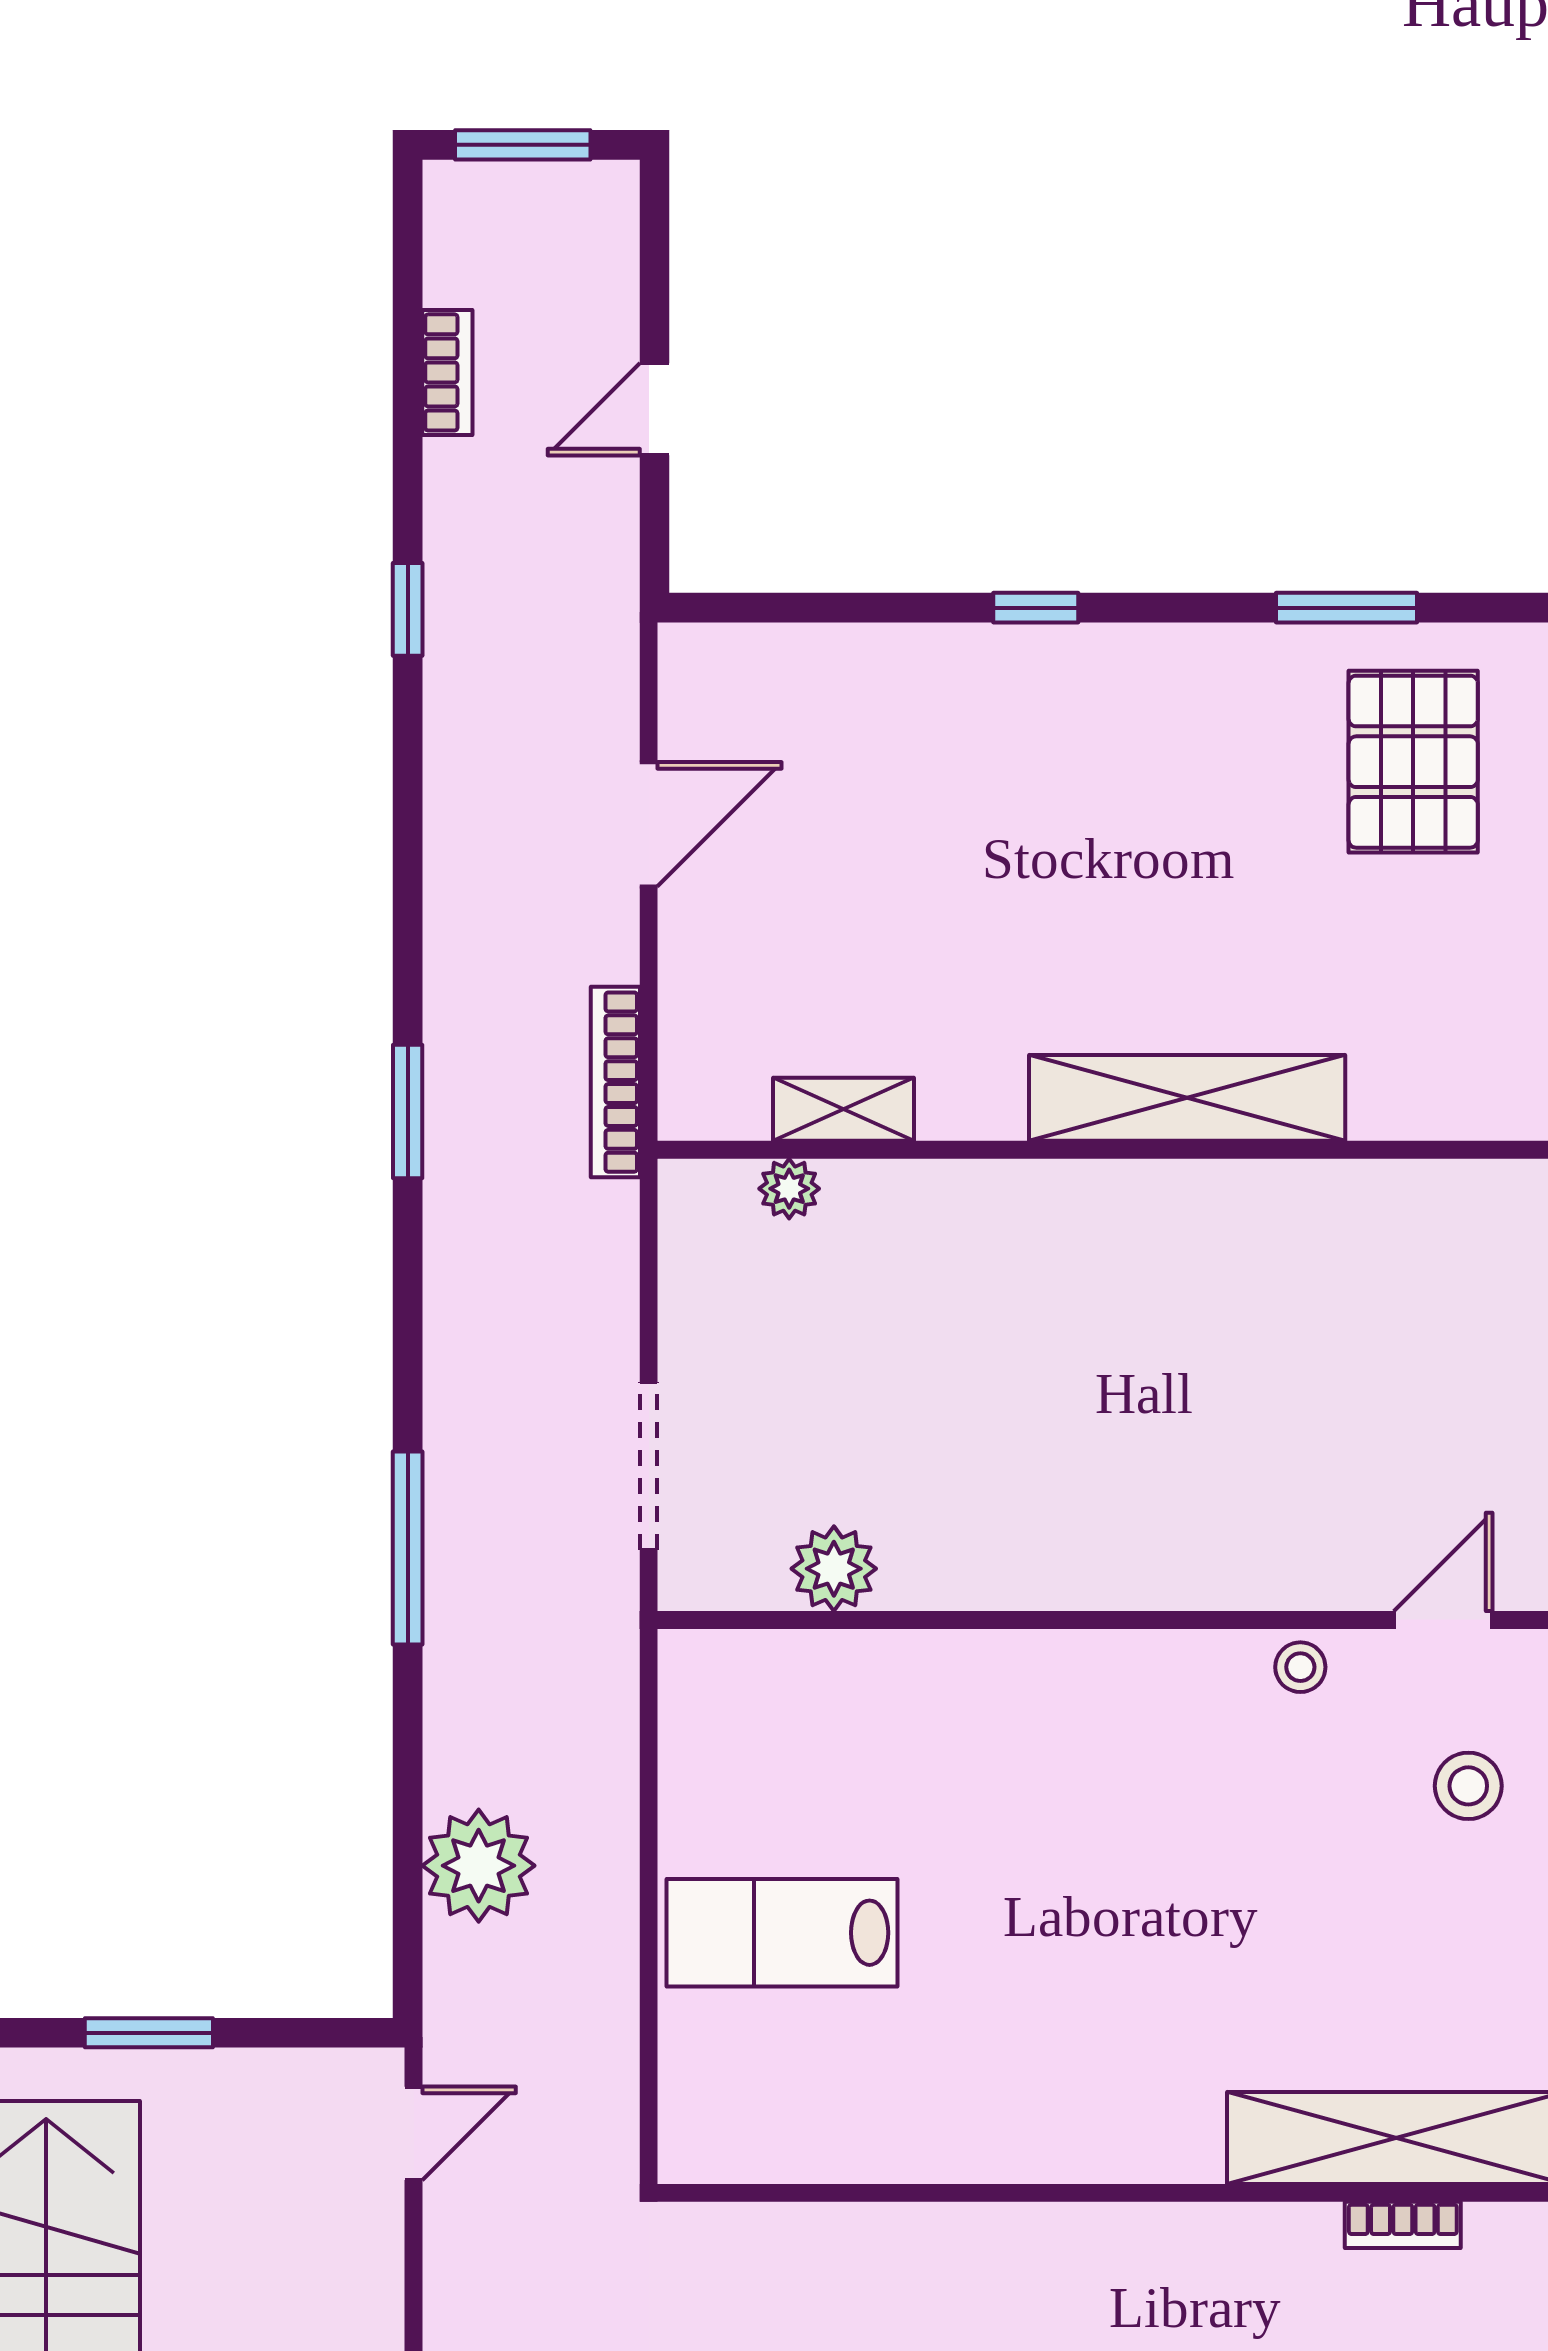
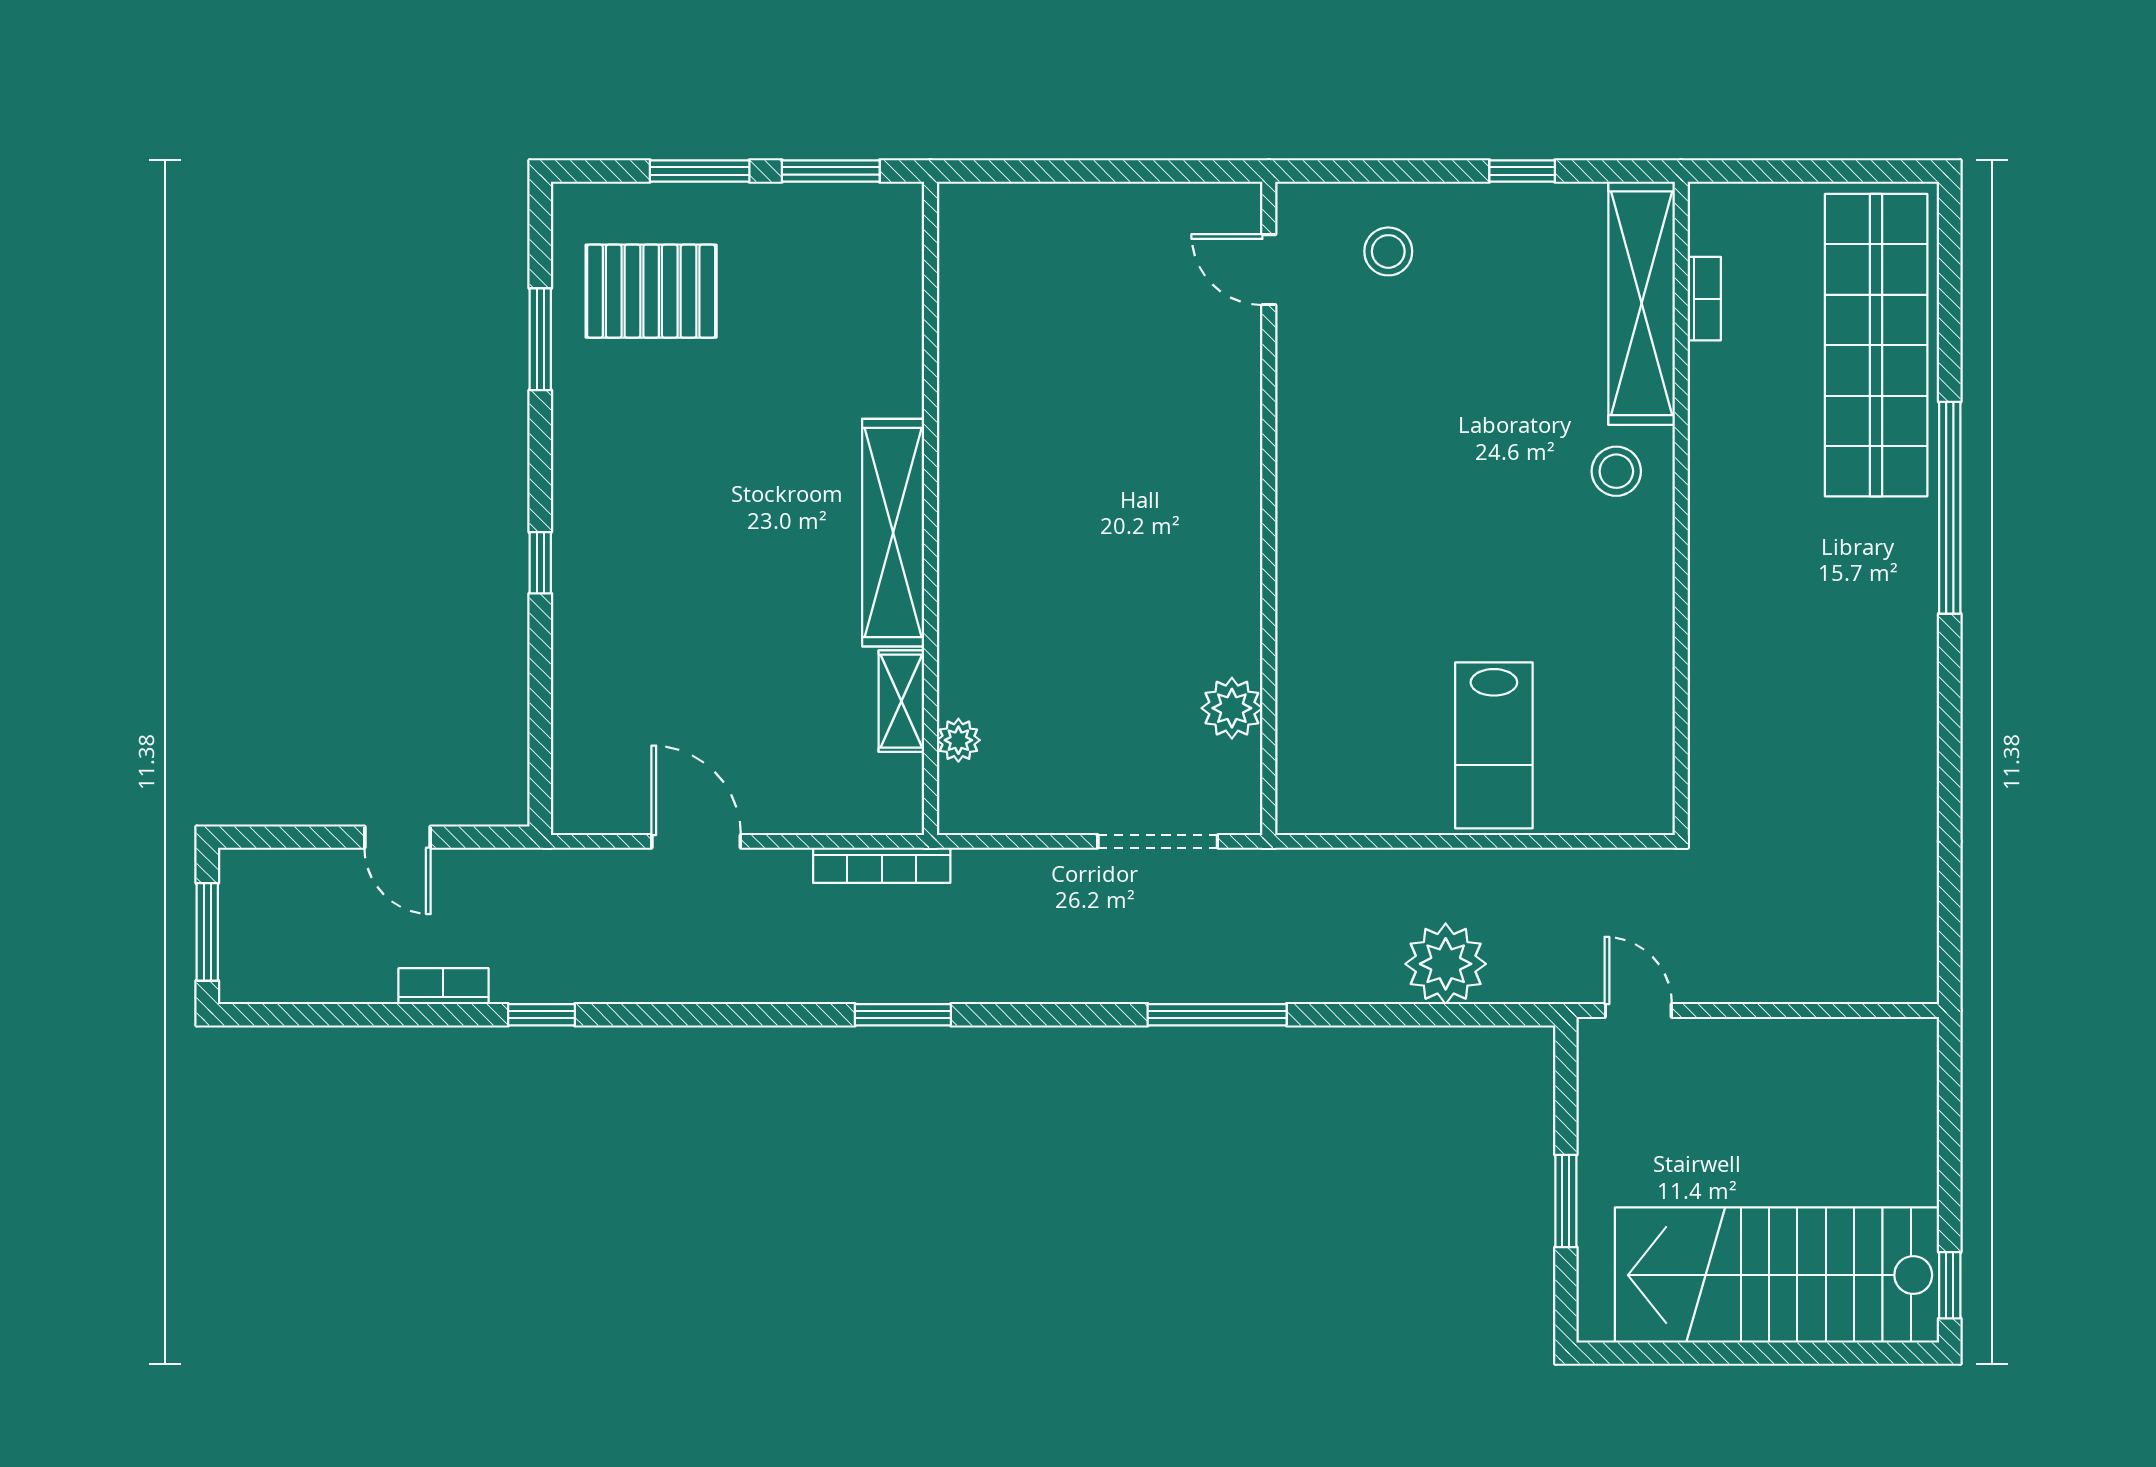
bookcase: (447, 372) -> (443, 986), moved
shelving: (1187, 1098) -> (893, 533), moved
stool: (1300, 1667) -> (1616, 471), moved, width x1.37, depth x1.37

